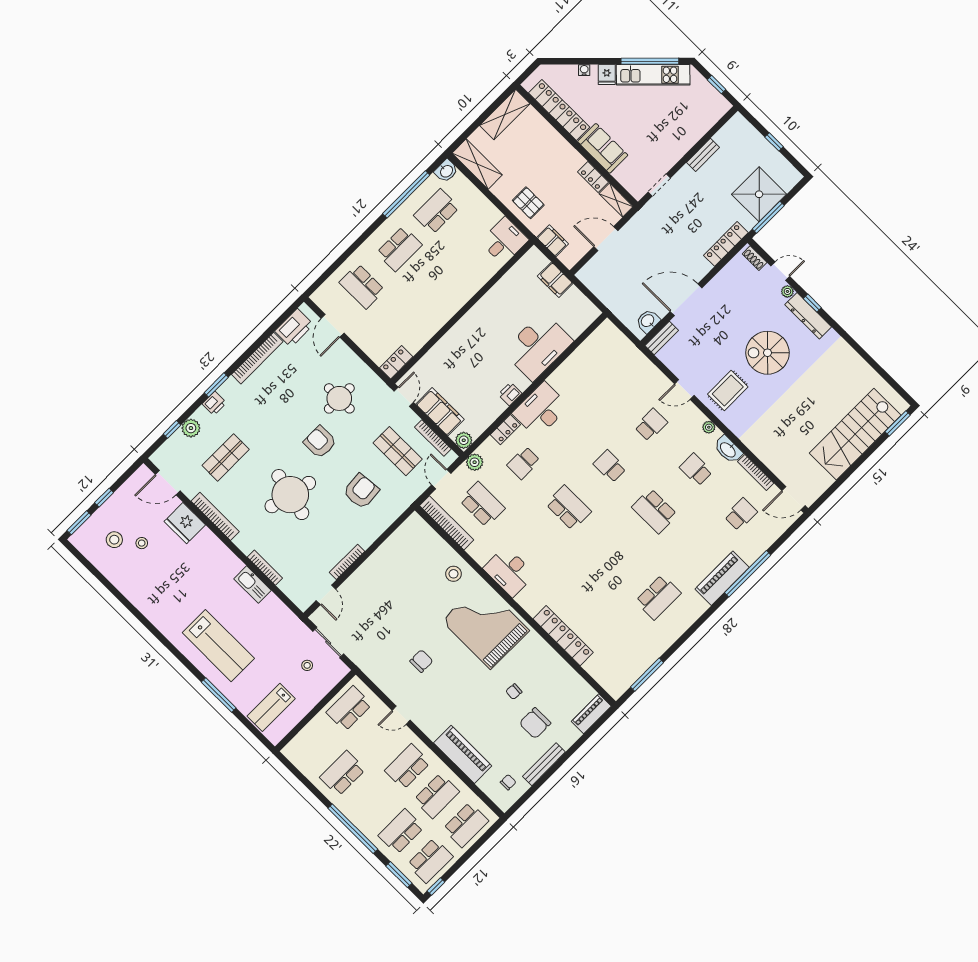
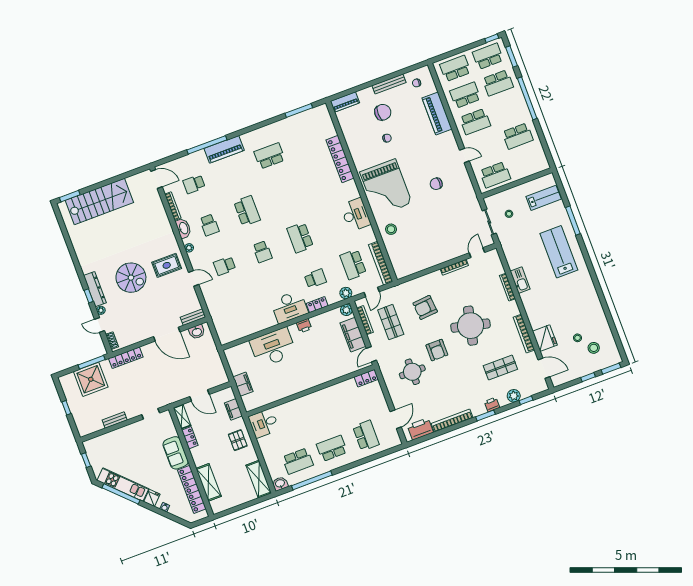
shelving: (505, 115) -> (209, 482), moved, turned 90

